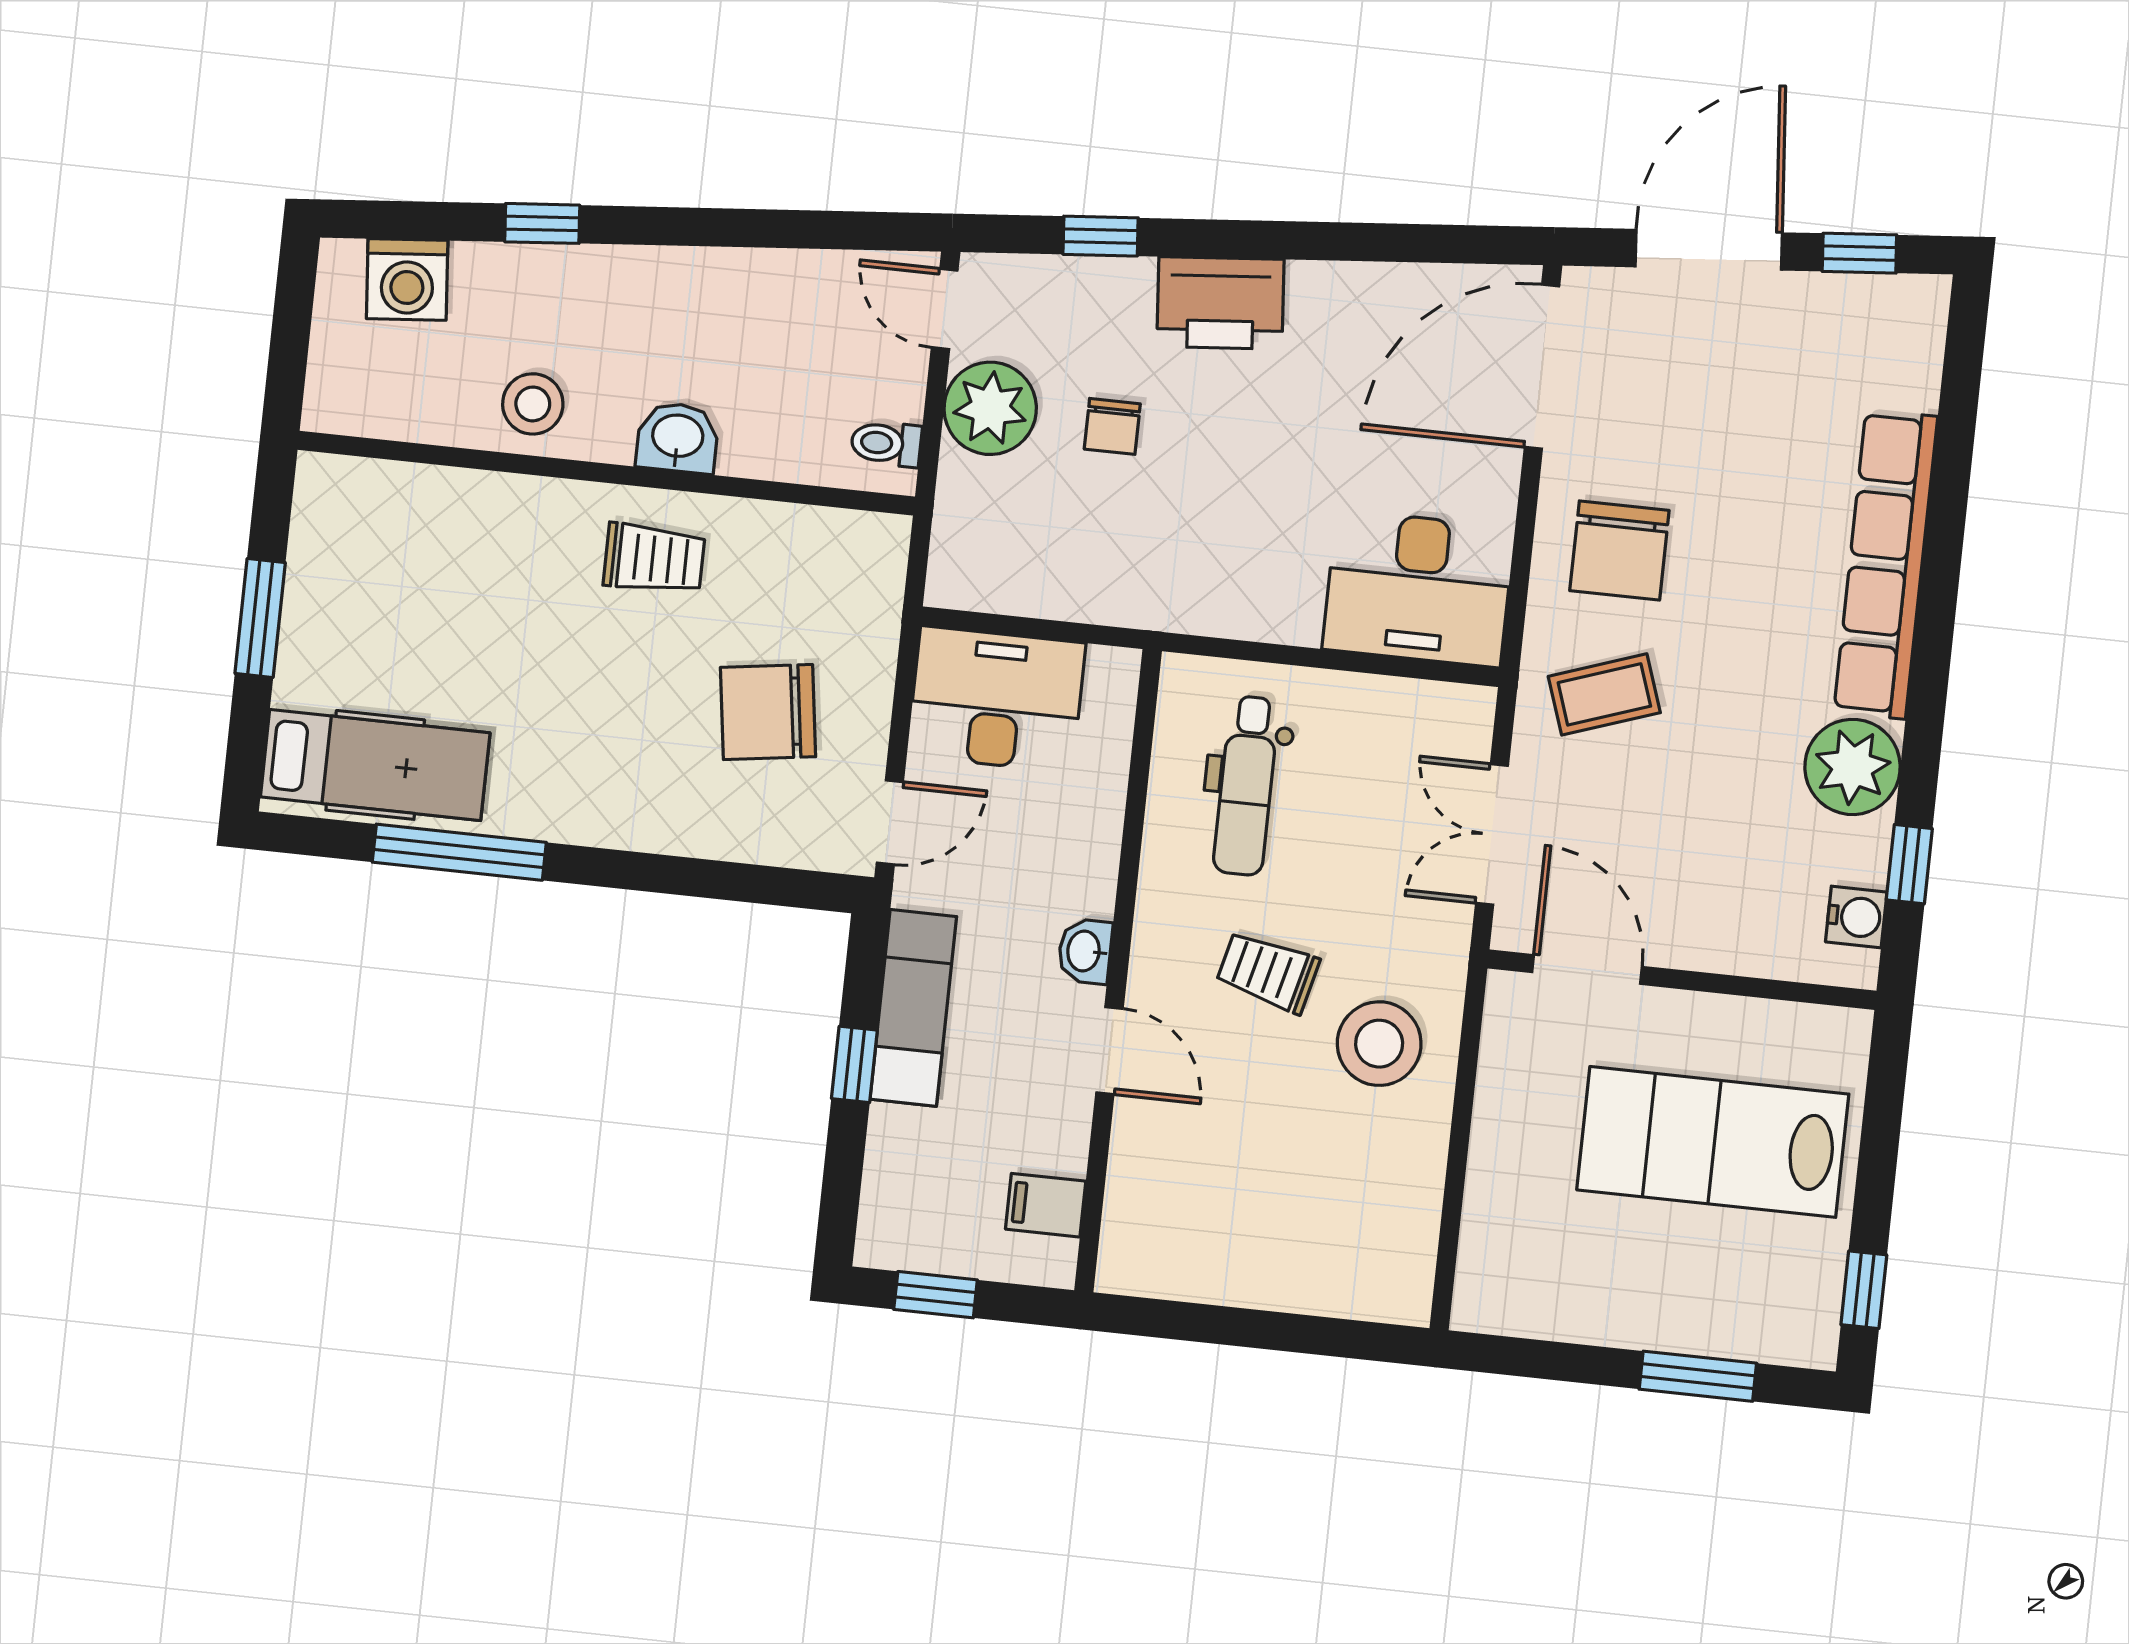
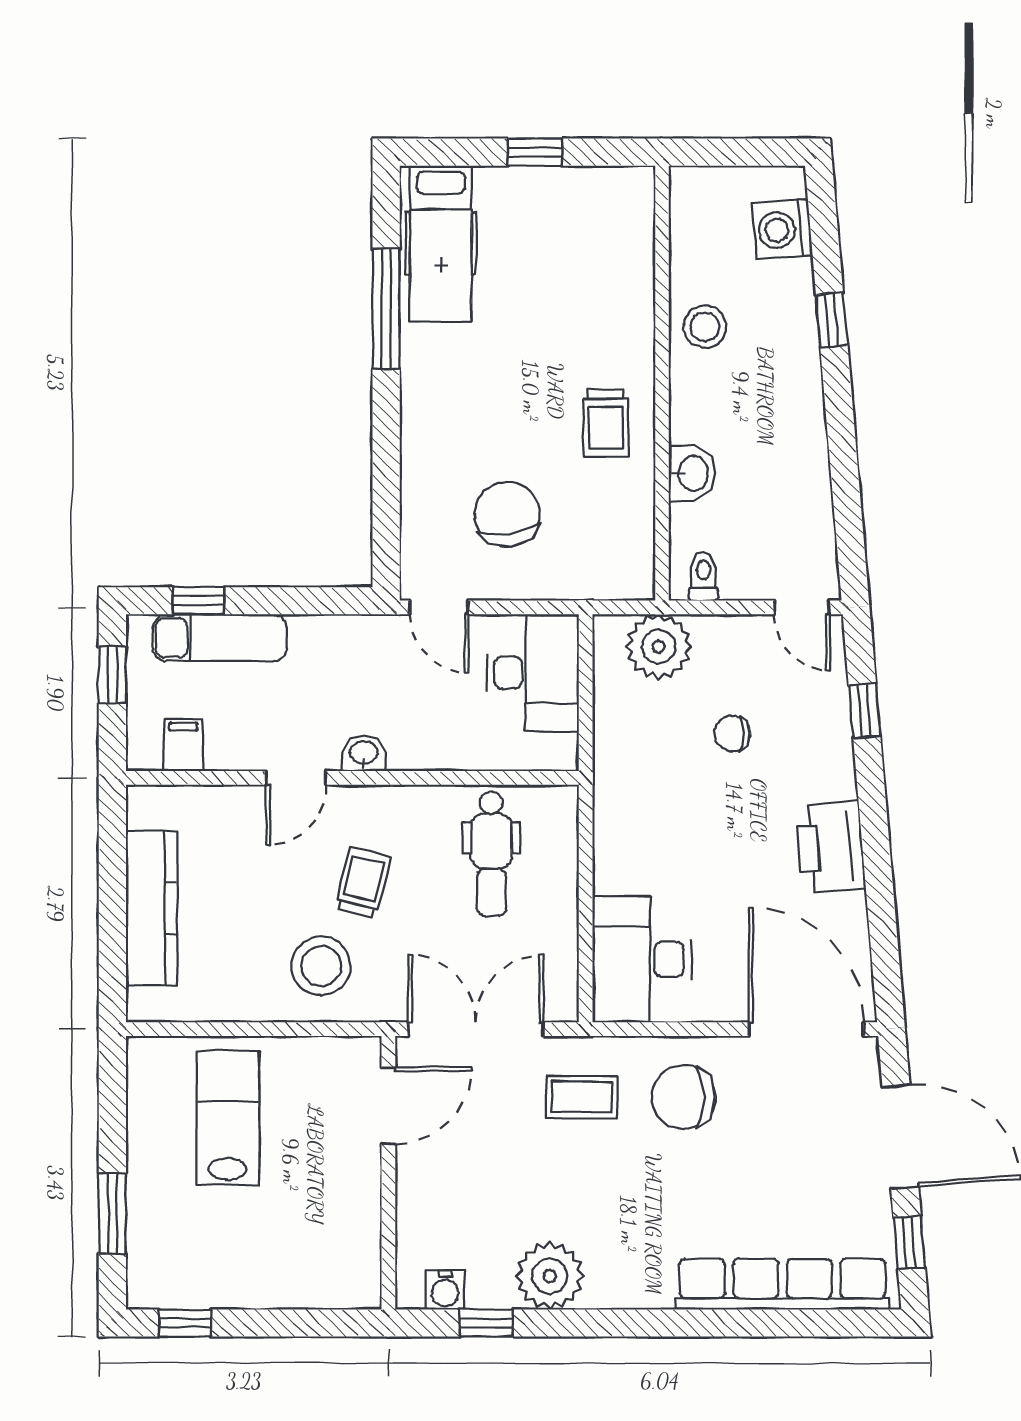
printer: (1220, 303) -> (831, 847), moved
door: (945, 309) -> (802, 607), swing flipped
plant: (990, 408) -> (659, 647), moved
washbasin: (678, 438) -> (692, 473), moved
row of seats: (1886, 564) -> (783, 1284), moved
window: (260, 618) -> (535, 152), width x0.67
coffee table: (1604, 694) -> (582, 1097), turned -70
dental chair: (1246, 786) -> (491, 854), turned -90
double door: (1492, 834) -> (476, 1029), width x1.37
exam couch: (913, 1008) -> (220, 638), moved
window: (854, 1064) -> (198, 601), moved
lab bench: (1713, 1142) -> (228, 1118), moved, width x0.73, depth x0.72
kitchen counter: (1272, 1274) -> (152, 908), added

